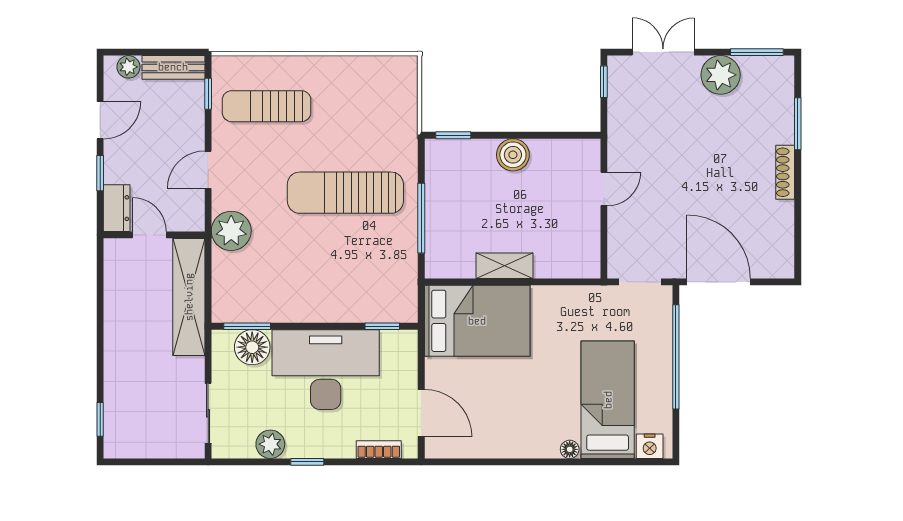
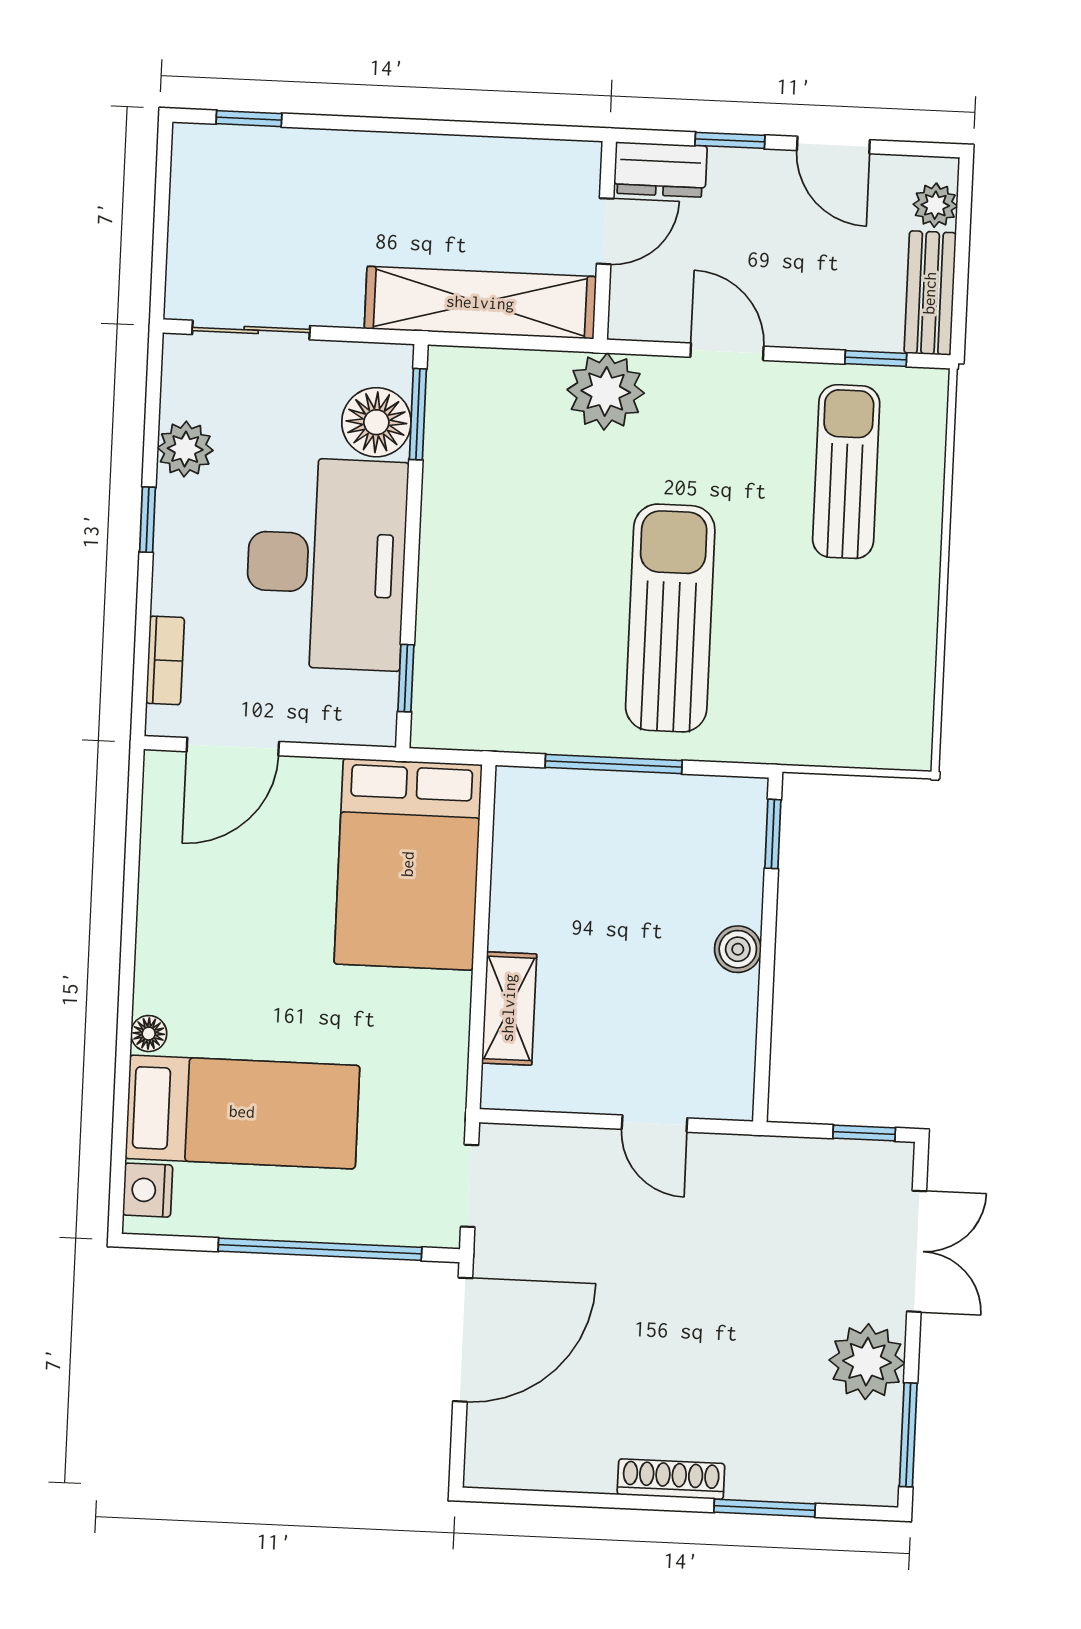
boiler: (513, 155) -> (738, 949), width x0.73, depth x0.73
shelving: (504, 266) -> (509, 1008), moved

